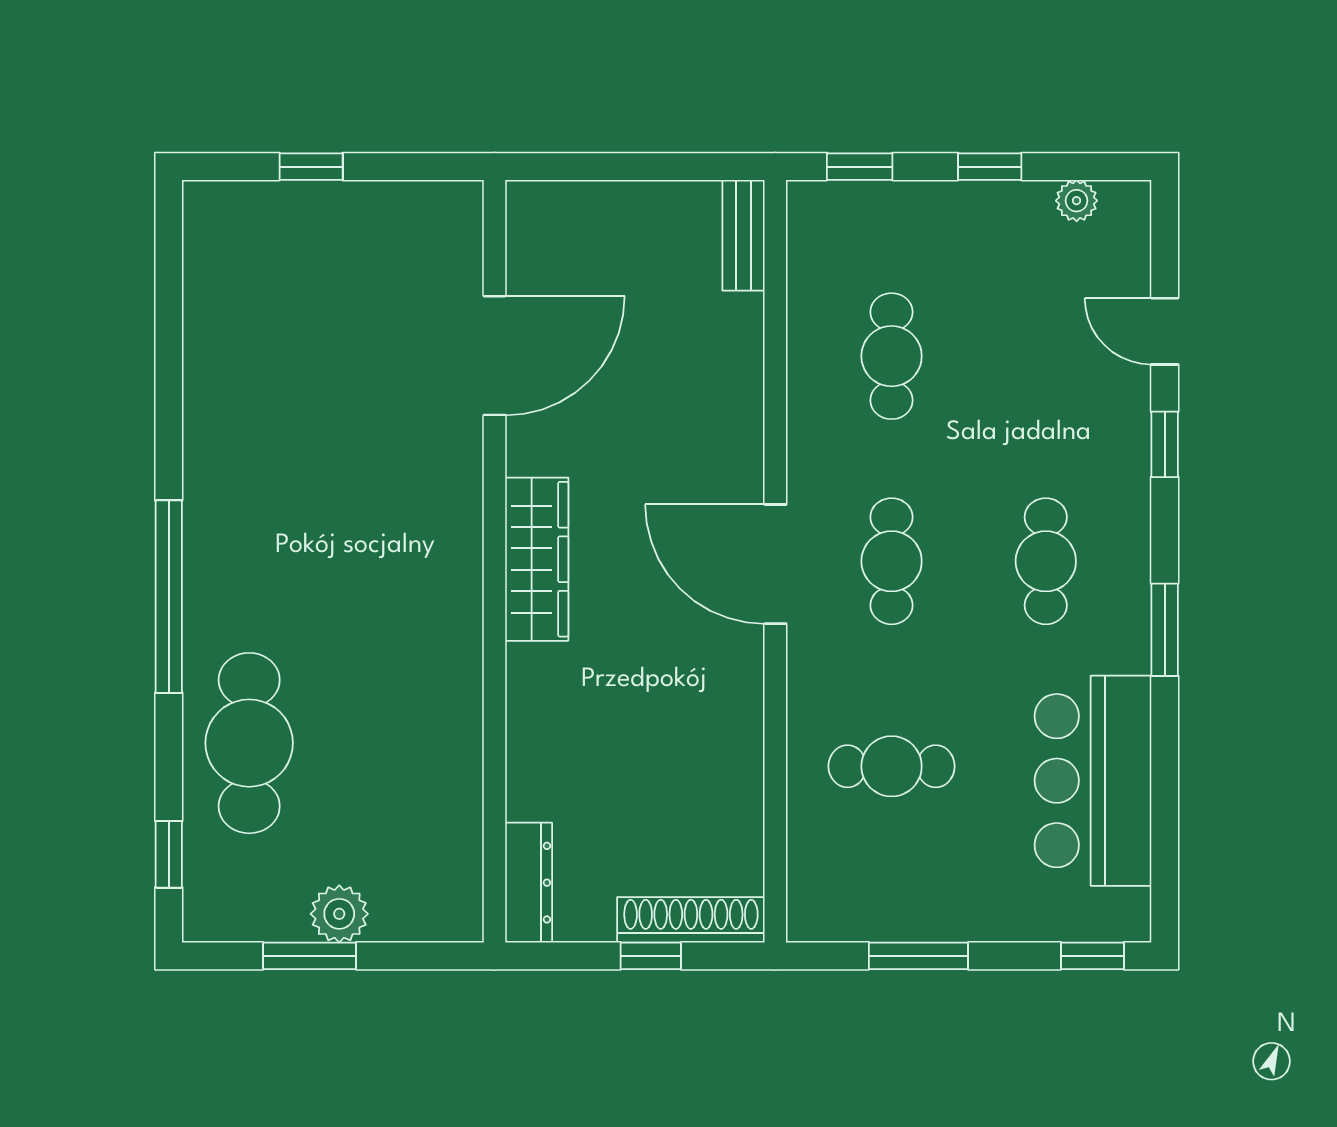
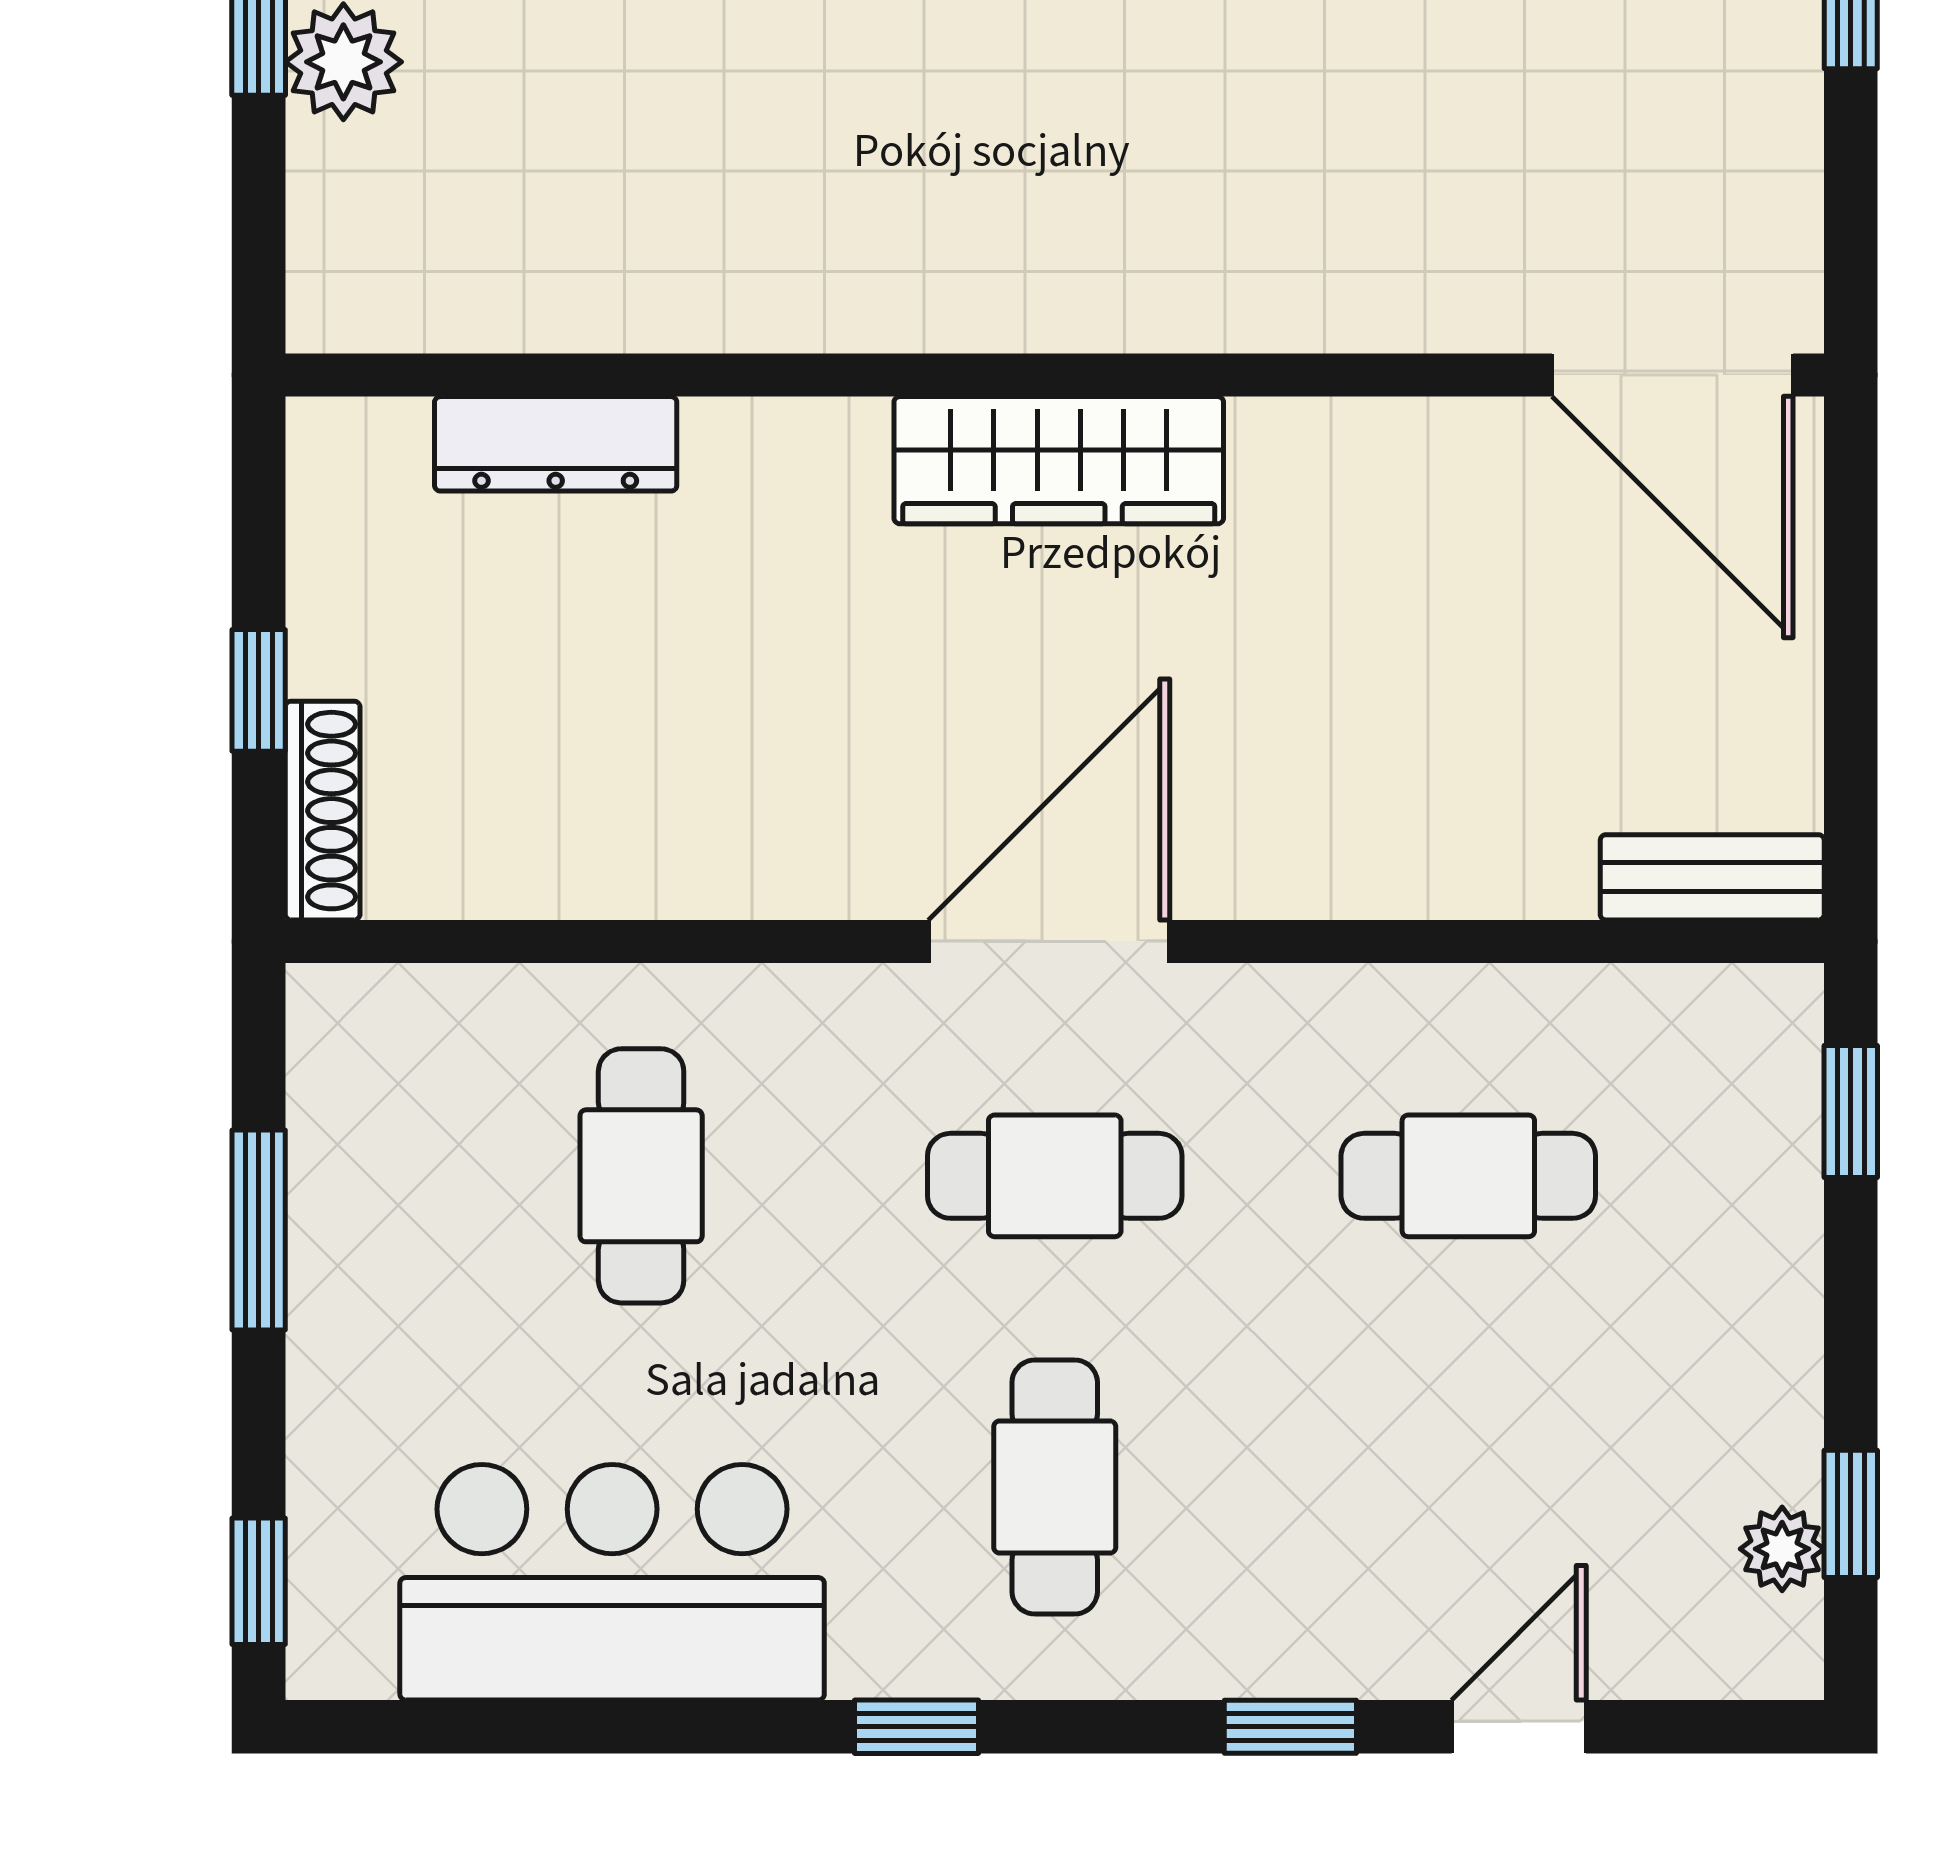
window: (990, 167) -> (1851, 1514), moved
door: (495, 356) -> (1672, 375), moved
cafe table: (1046, 561) -> (1055, 1487), turned 90
window: (1165, 630) -> (916, 1727), width x0.67
dresser: (529, 883) -> (556, 444), moved
shoe rack: (691, 920) -> (323, 811), width x0.74, depth x0.81

